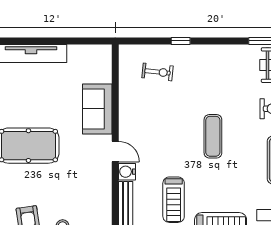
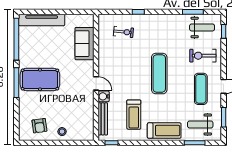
sofa: (97, 109) -> (84, 44), moved
exercise mat: (213, 136) -> (159, 74), width x1.36, depth x1.45

